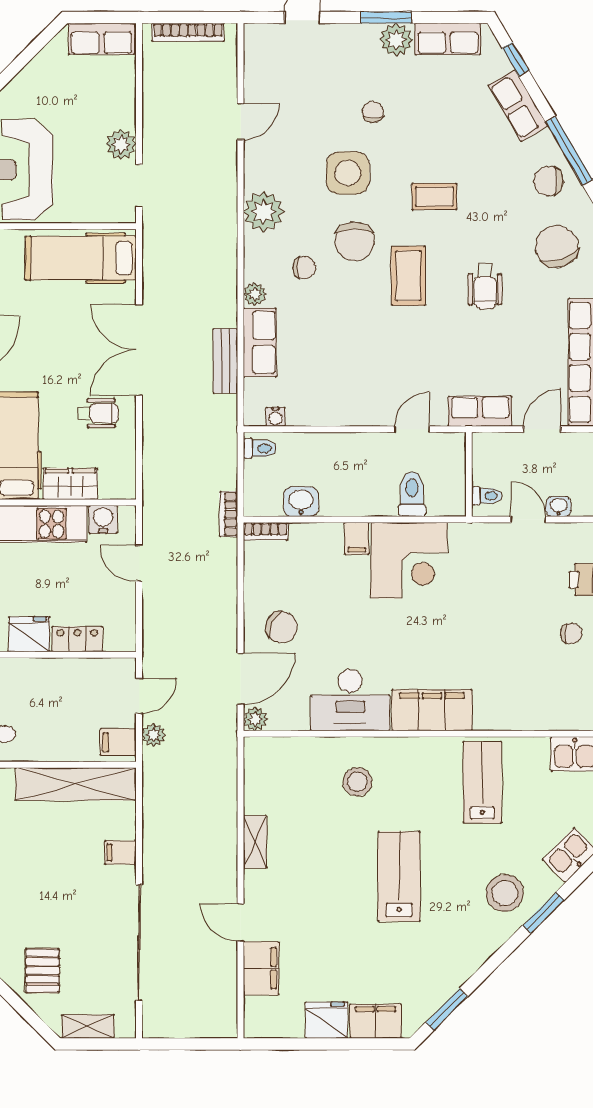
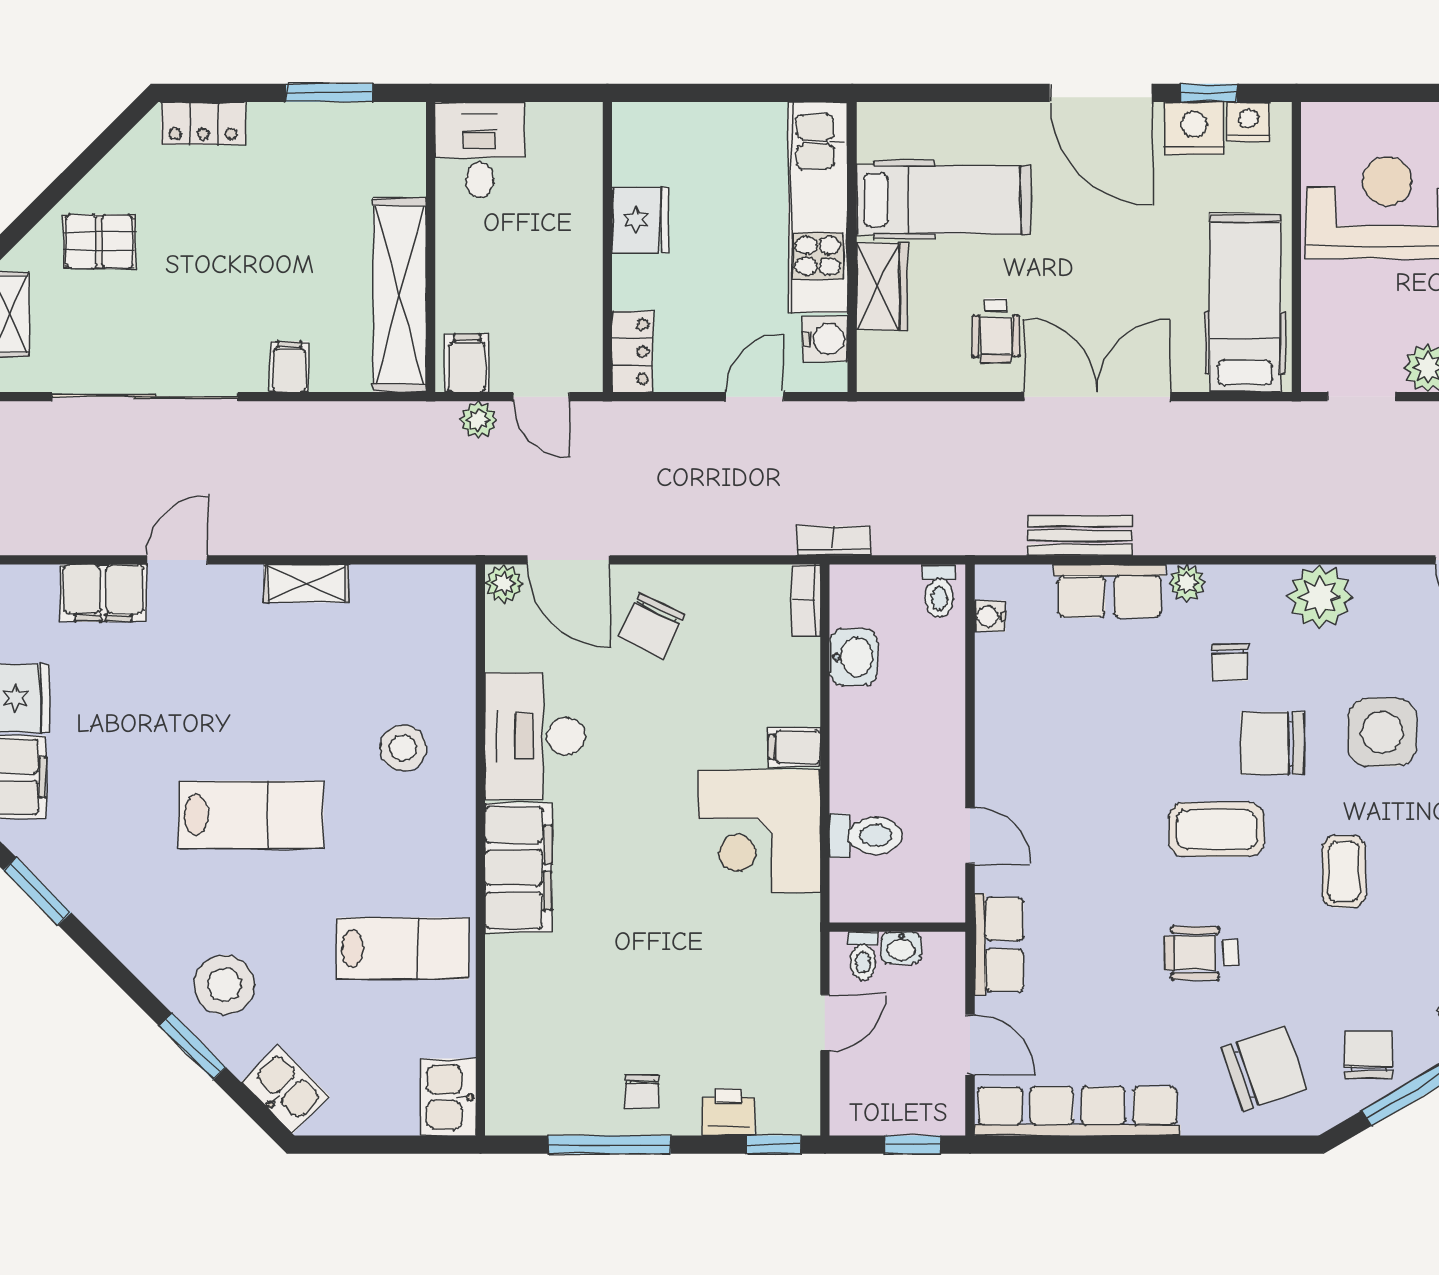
washbasin: (559, 507) -> (901, 948), moved, turned 90
locker: (77, 639) -> (632, 352), moved

